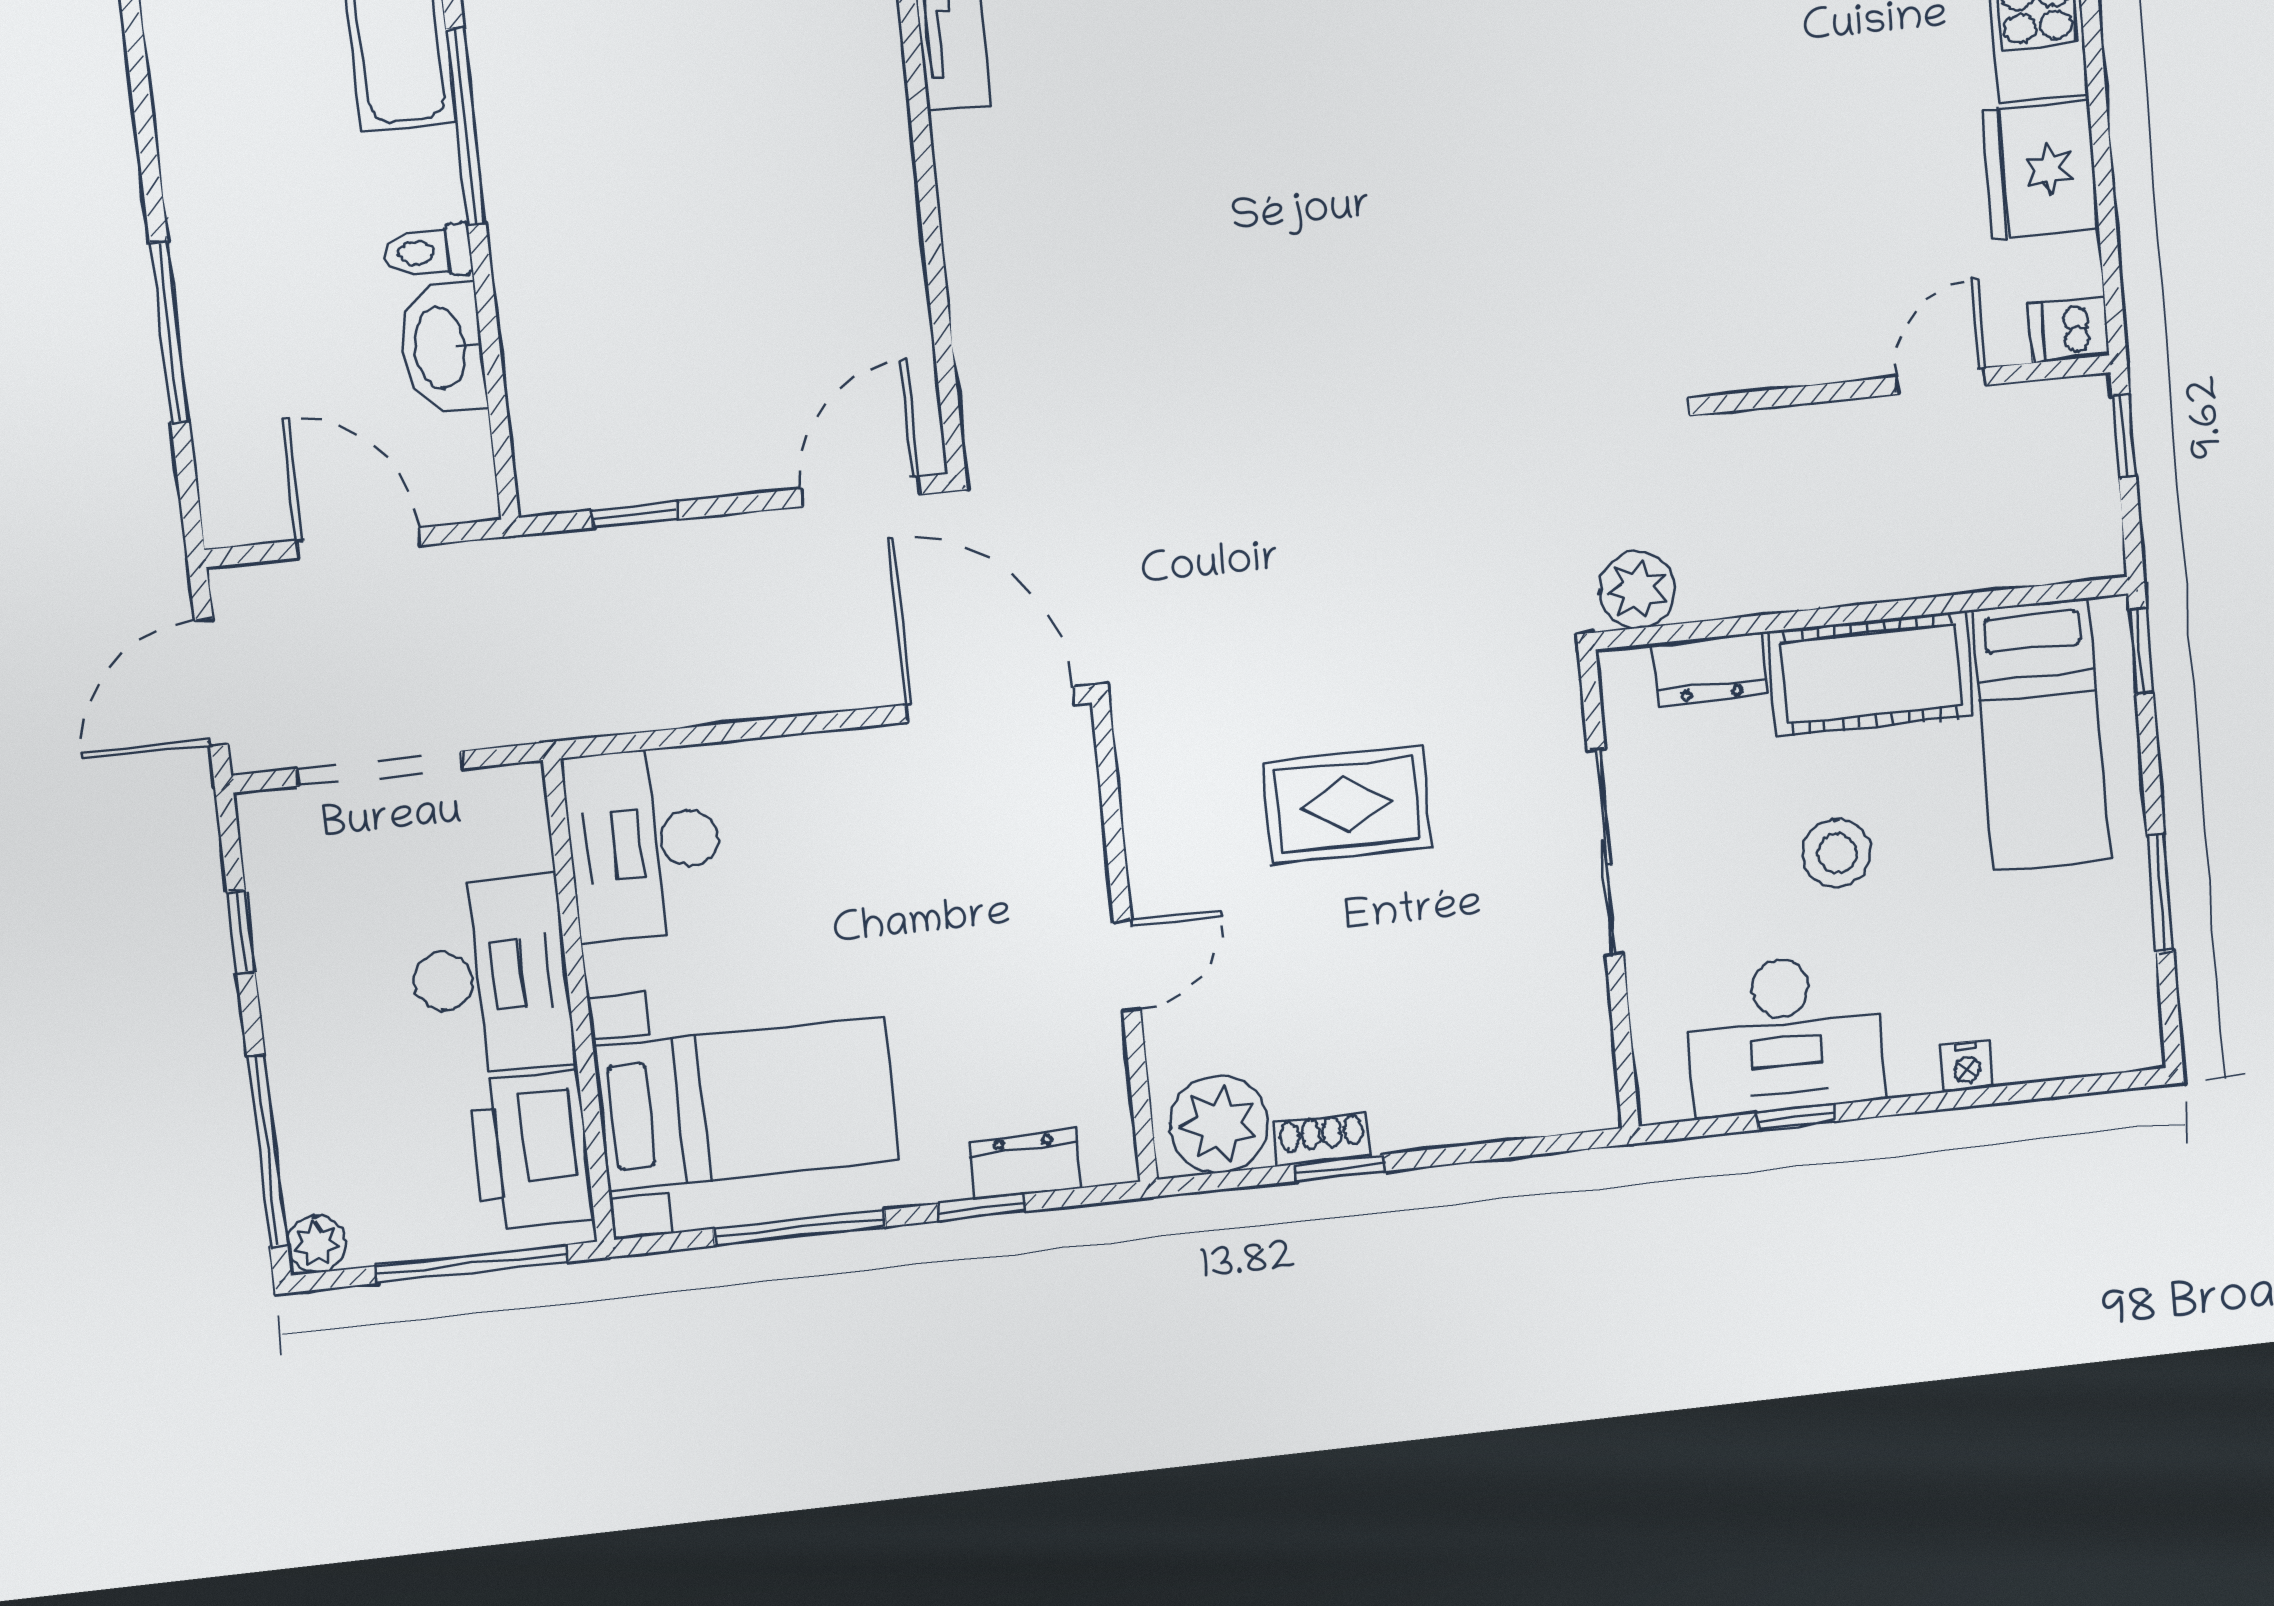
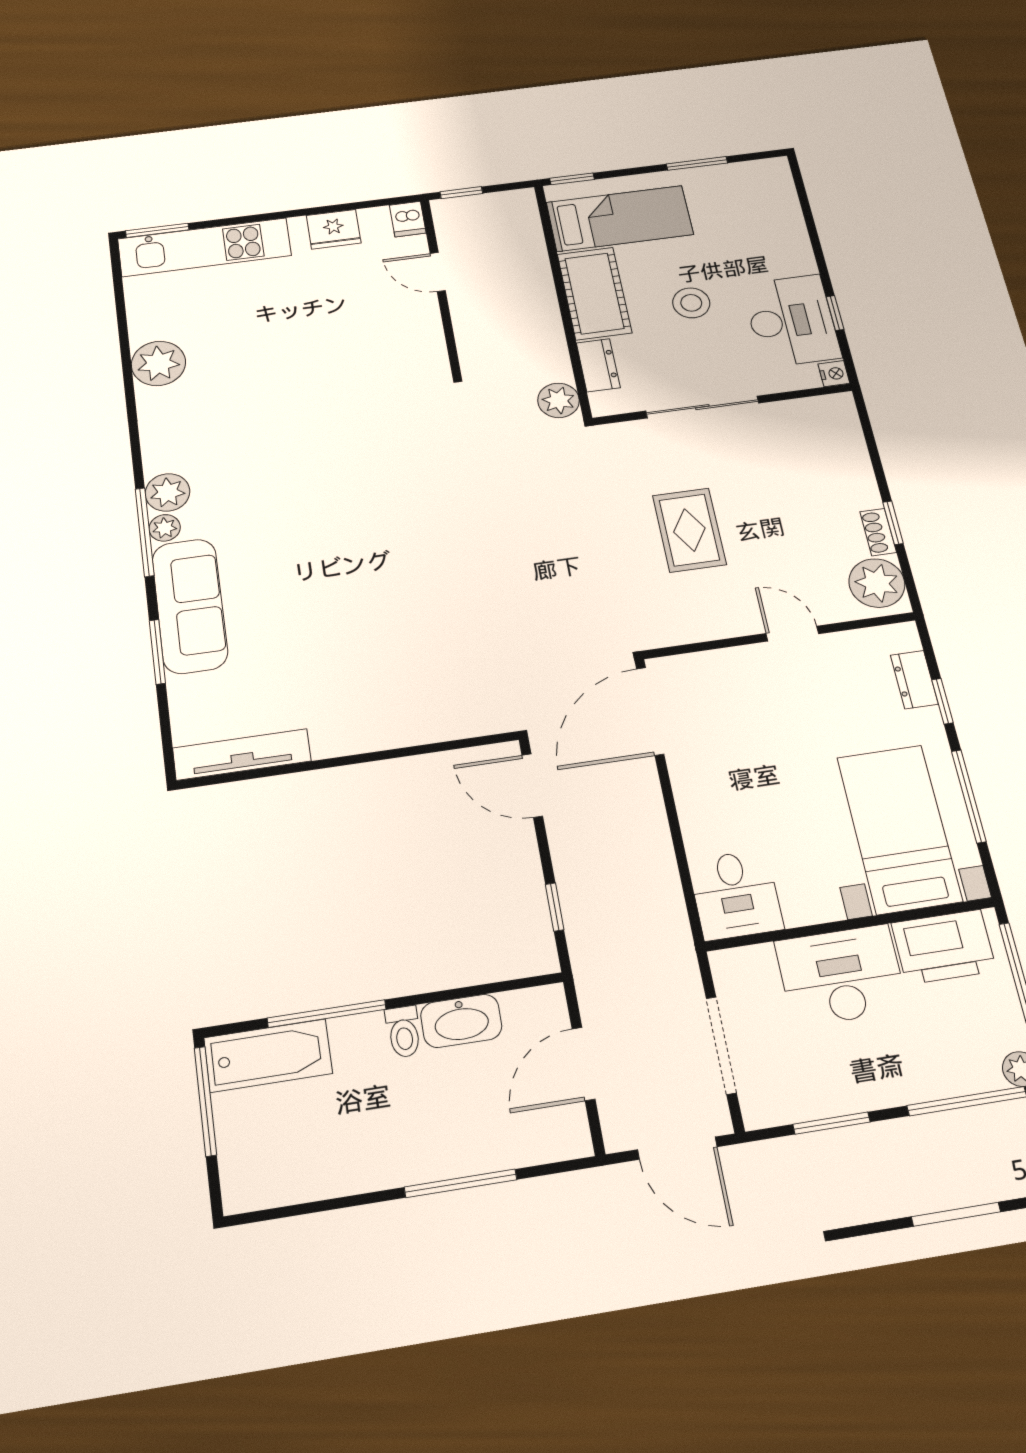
fridge: (2040, 170) -> (334, 229), width x0.73, depth x0.75
desk: (644, 843) -> (736, 895), width x0.73
window: (241, 932) -> (831, 1123), width x1.50
nightstand: (1967, 1066) -> (834, 374), moved

